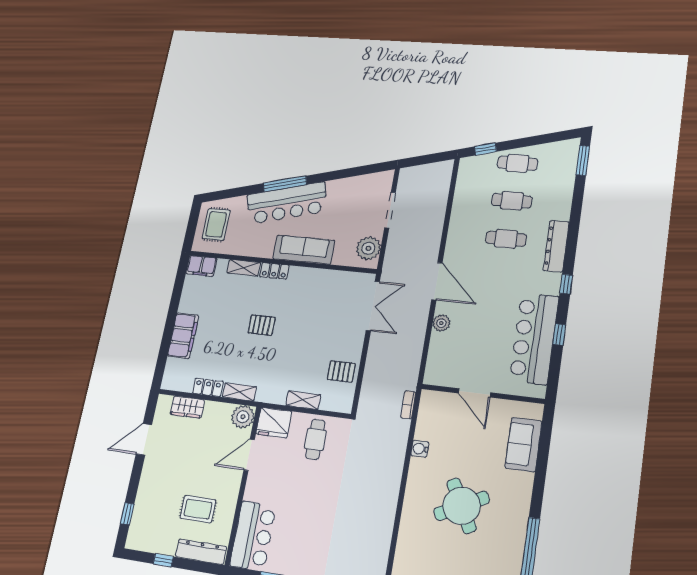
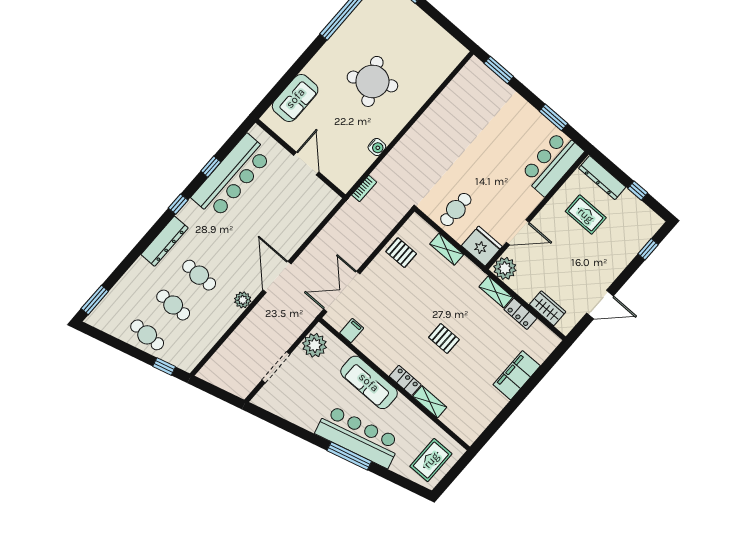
filing cabinet: (202, 266) -> (352, 331), moved, width x0.50
plant: (441, 323) -> (243, 300), moved

